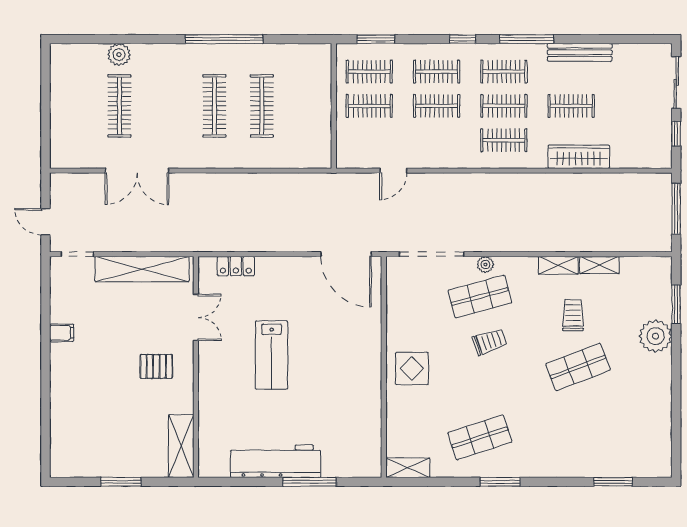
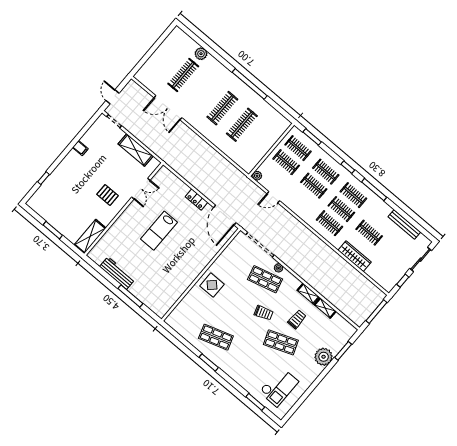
bench: (580, 52) -> (404, 224), moved
plant: (344, 160) -> (257, 176), added
locker: (236, 266) -> (197, 200), moved
shelving: (142, 269) -> (136, 150), width x0.68
trolley: (490, 342) -> (264, 313), moved
window: (45, 419) -> (43, 178), added
checkout: (628, 432) -> (279, 387), added
workbench: (276, 461) -> (117, 273), width x0.73, depth x0.76
shelving: (408, 468) -> (176, 324), removed

